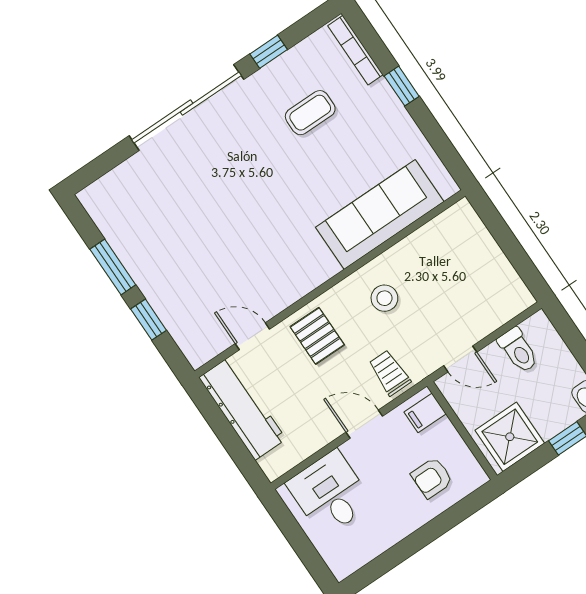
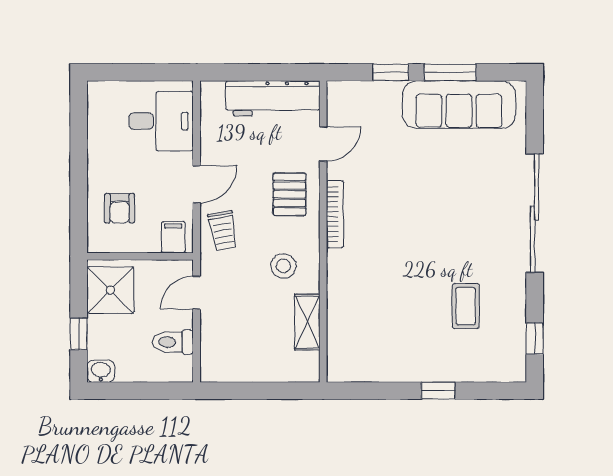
bookcase: (355, 50) -> (335, 214), moved, turned 90
window: (269, 52) -> (535, 339), moved
sofa: (380, 214) -> (459, 105), moved, turned 90
shelving: (420, 243) -> (307, 322), added
pallet: (317, 336) -> (289, 194), turned 90
trolley: (390, 373) -> (223, 231), turned 80
armchair: (432, 478) -> (120, 208), turned 180

